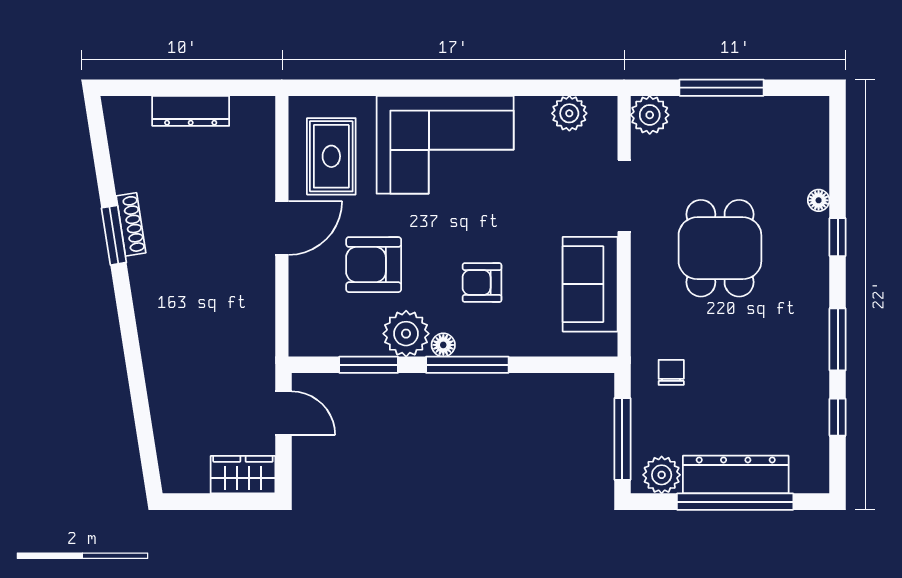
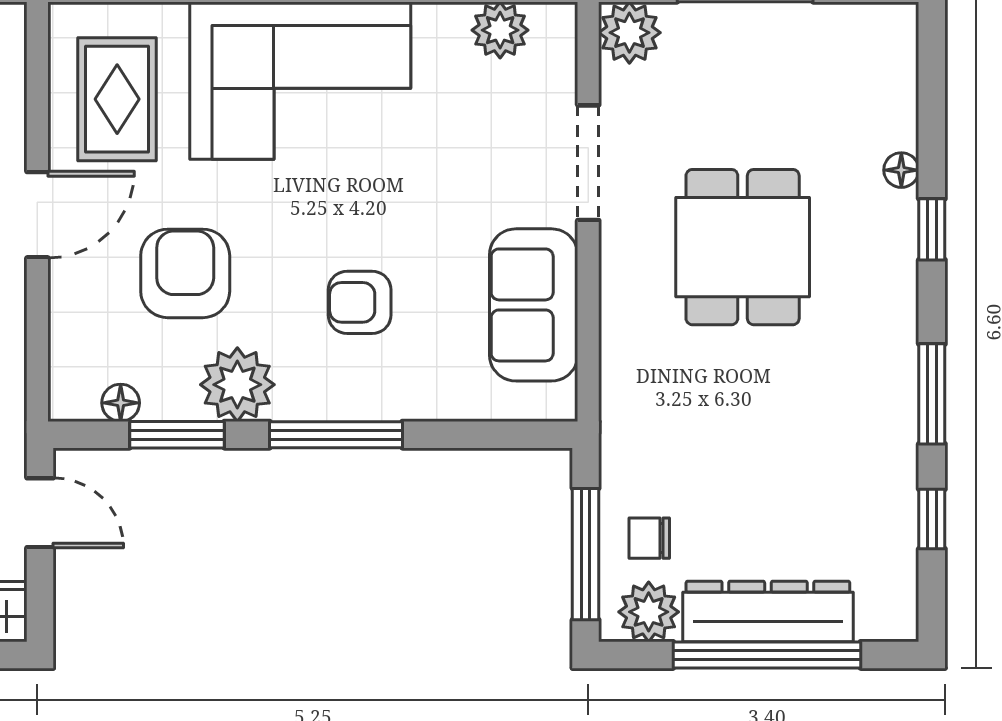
armchair: (374, 265) -> (185, 273), turned 90
floor lamp: (443, 345) -> (121, 403), moved
chair: (671, 372) -> (649, 538), moved, turned -90

